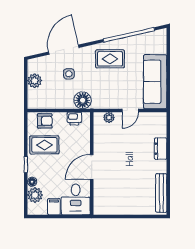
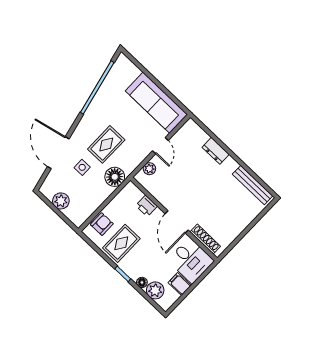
rug: (110, 59) -> (106, 144), moved
printer: (74, 119) -> (146, 206), moved, turned 90
shoe rack: (98, 196) -> (205, 239), added

